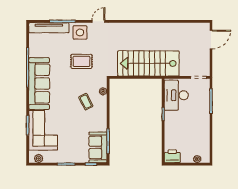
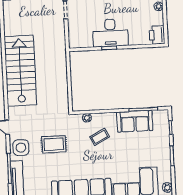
rug: (81, 61) -> (54, 144), turned 90
stairs: (148, 63) -> (20, 71), moved, turned 180
desk: (176, 95) -> (110, 33), moved
sofa: (98, 147) -> (135, 121), moved

